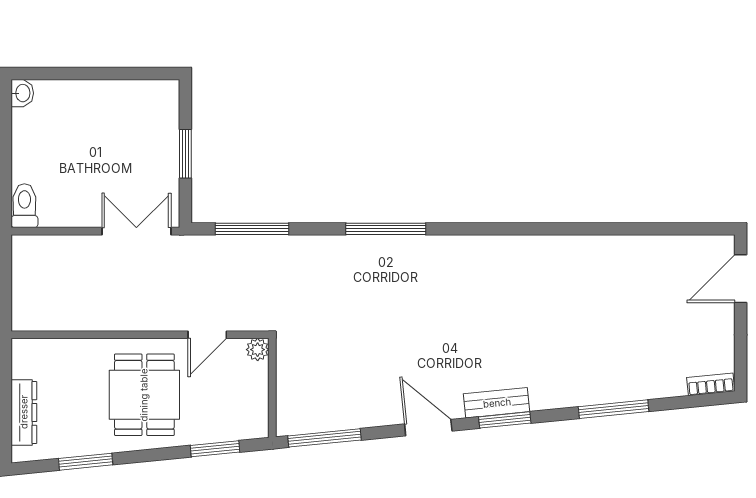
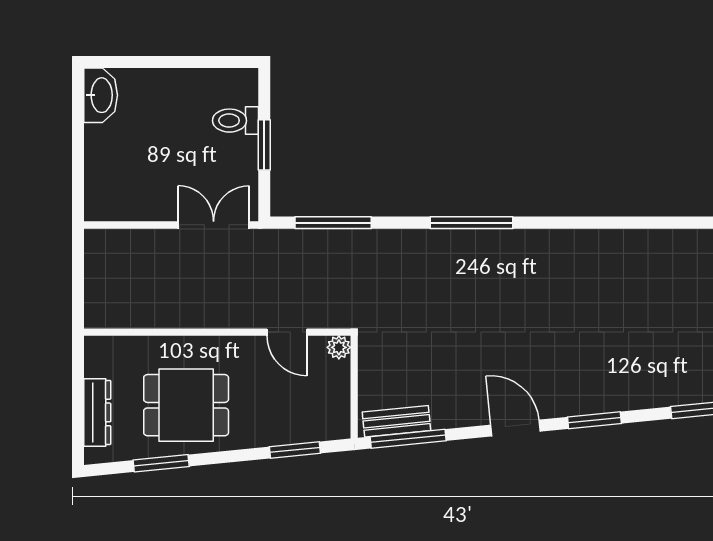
washbasin: (22, 93) -> (101, 95), width x1.91, depth x1.45
toilet: (24, 206) -> (235, 121), moved, turned -90
door: (207, 335) -> (287, 332), hinge flipped
dining table: (144, 395) -> (186, 405), moved, turned 90
bench: (497, 403) -> (396, 421), moved

